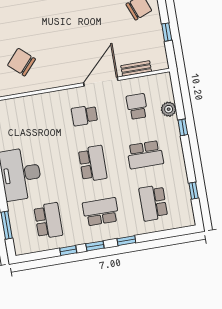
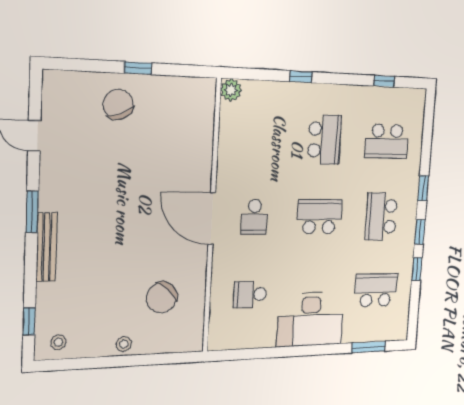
window: (167, 32) -> (138, 68), moved
bench: (136, 69) -> (206, 128), removed
door: (101, 82) -> (212, 219), moved
school desk: (137, 107) -> (250, 294), moved
plant: (169, 109) -> (231, 90), moved

